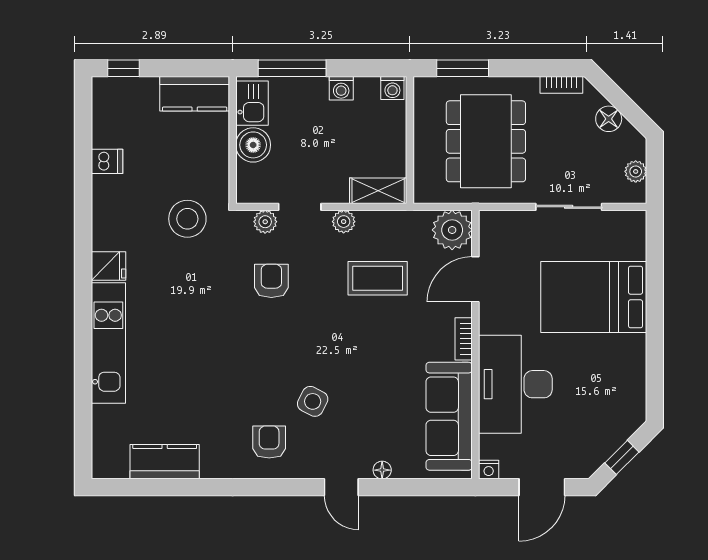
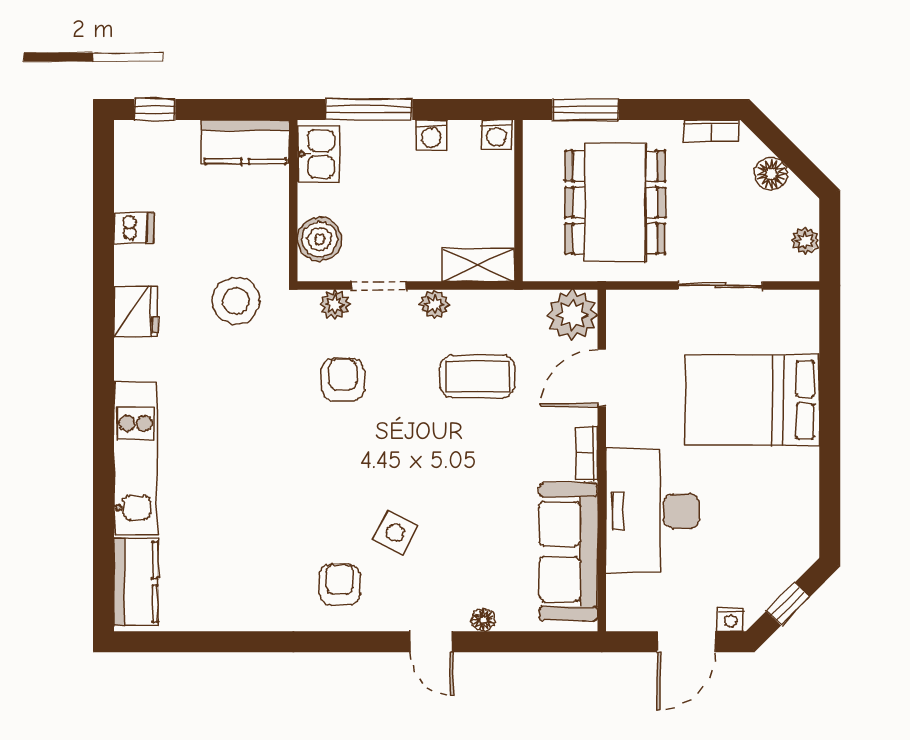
boiler: (253, 145) -> (319, 239), moved
fridge: (109, 266) -> (136, 312), moved, width x1.38
kitchen counter: (165, 462) -> (136, 582), moved, turned 90
nightstand: (489, 470) -> (731, 619), moved

